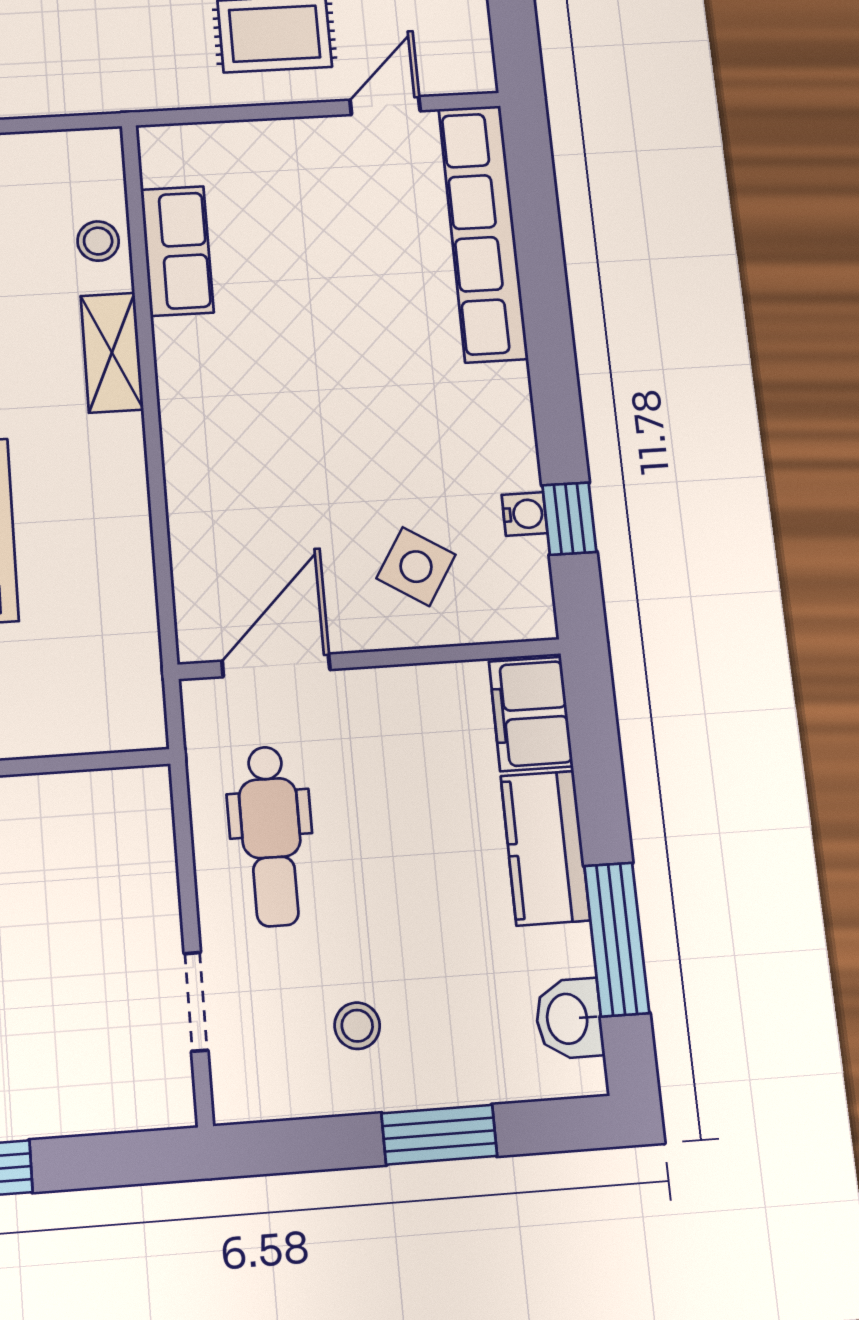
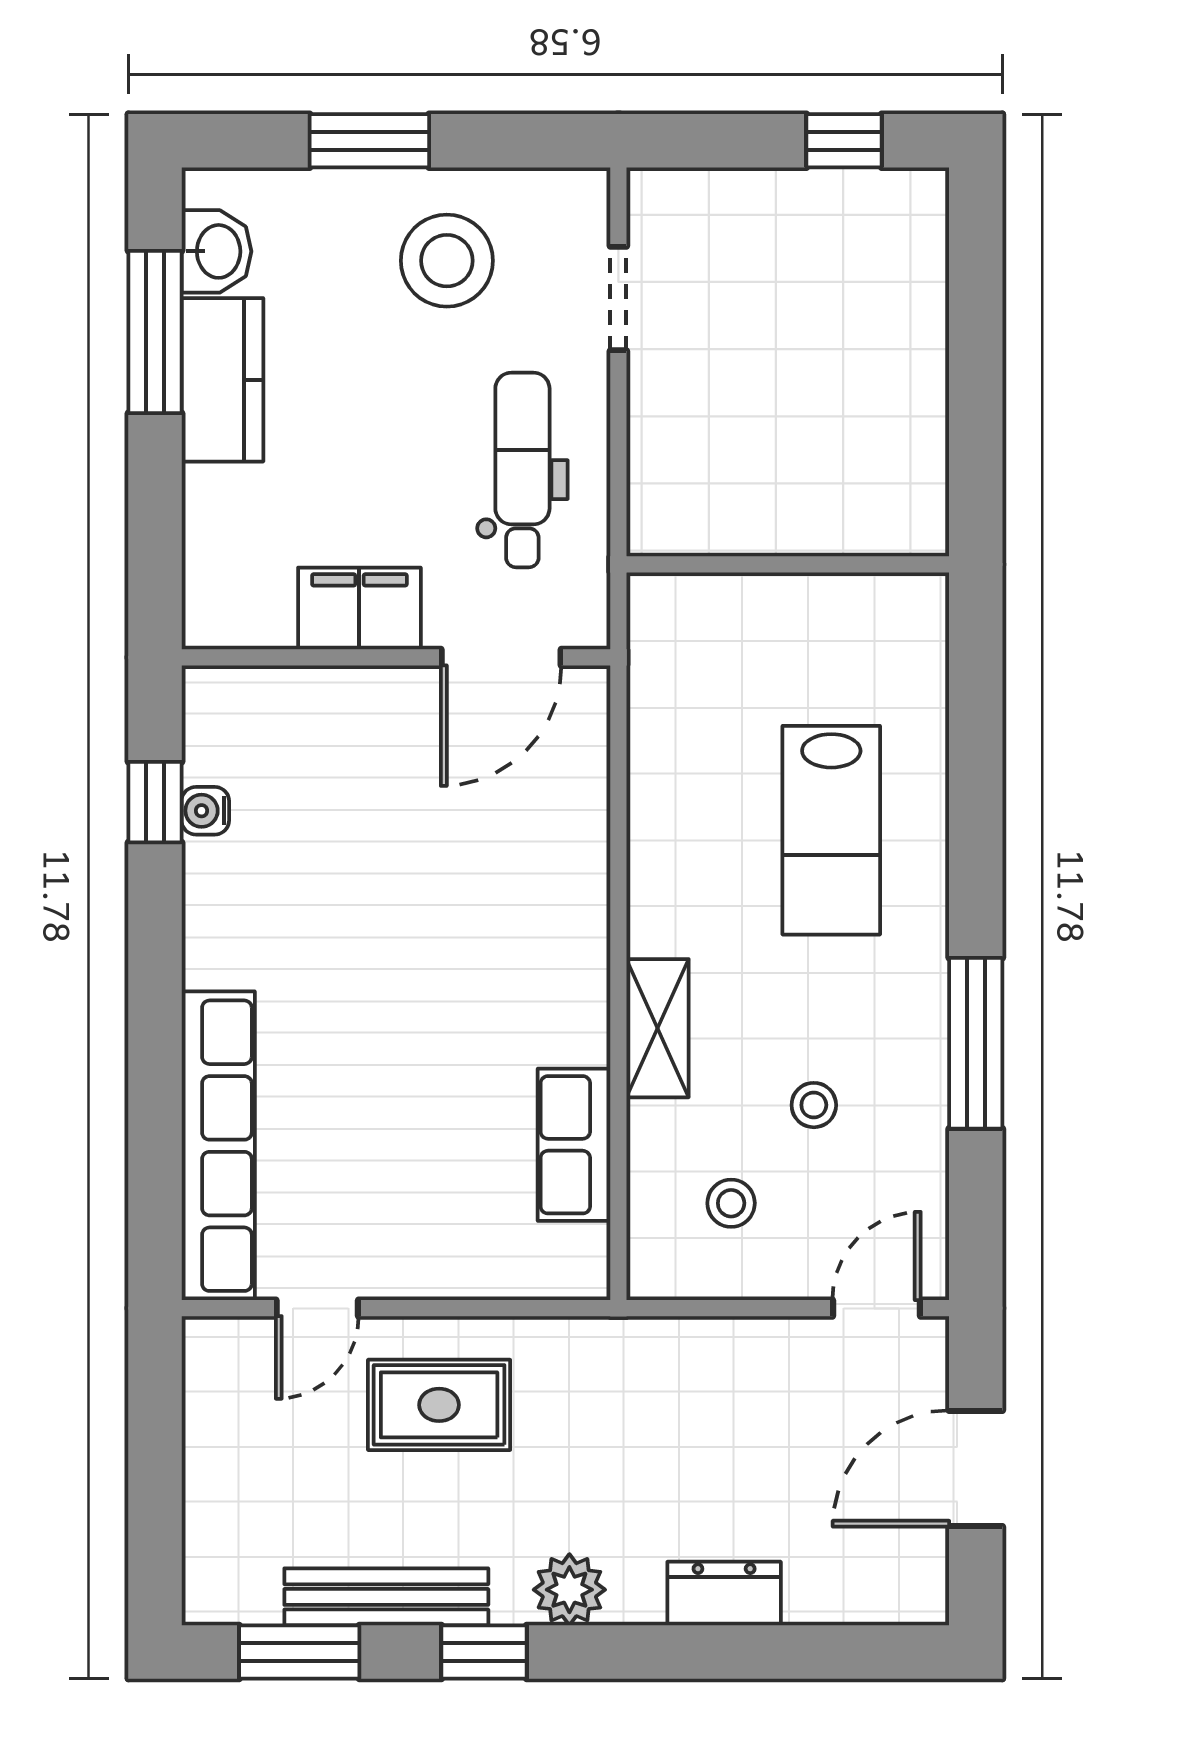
stool: (98, 241) -> (731, 1203), moved
side table: (416, 567) -> (334, 758), removed
filing cabinet: (531, 714) -> (359, 609), moved, turned -90
kitchen counter: (545, 848) -> (222, 380), moved
stool: (357, 1026) -> (447, 261), width x1.89, depth x1.89

